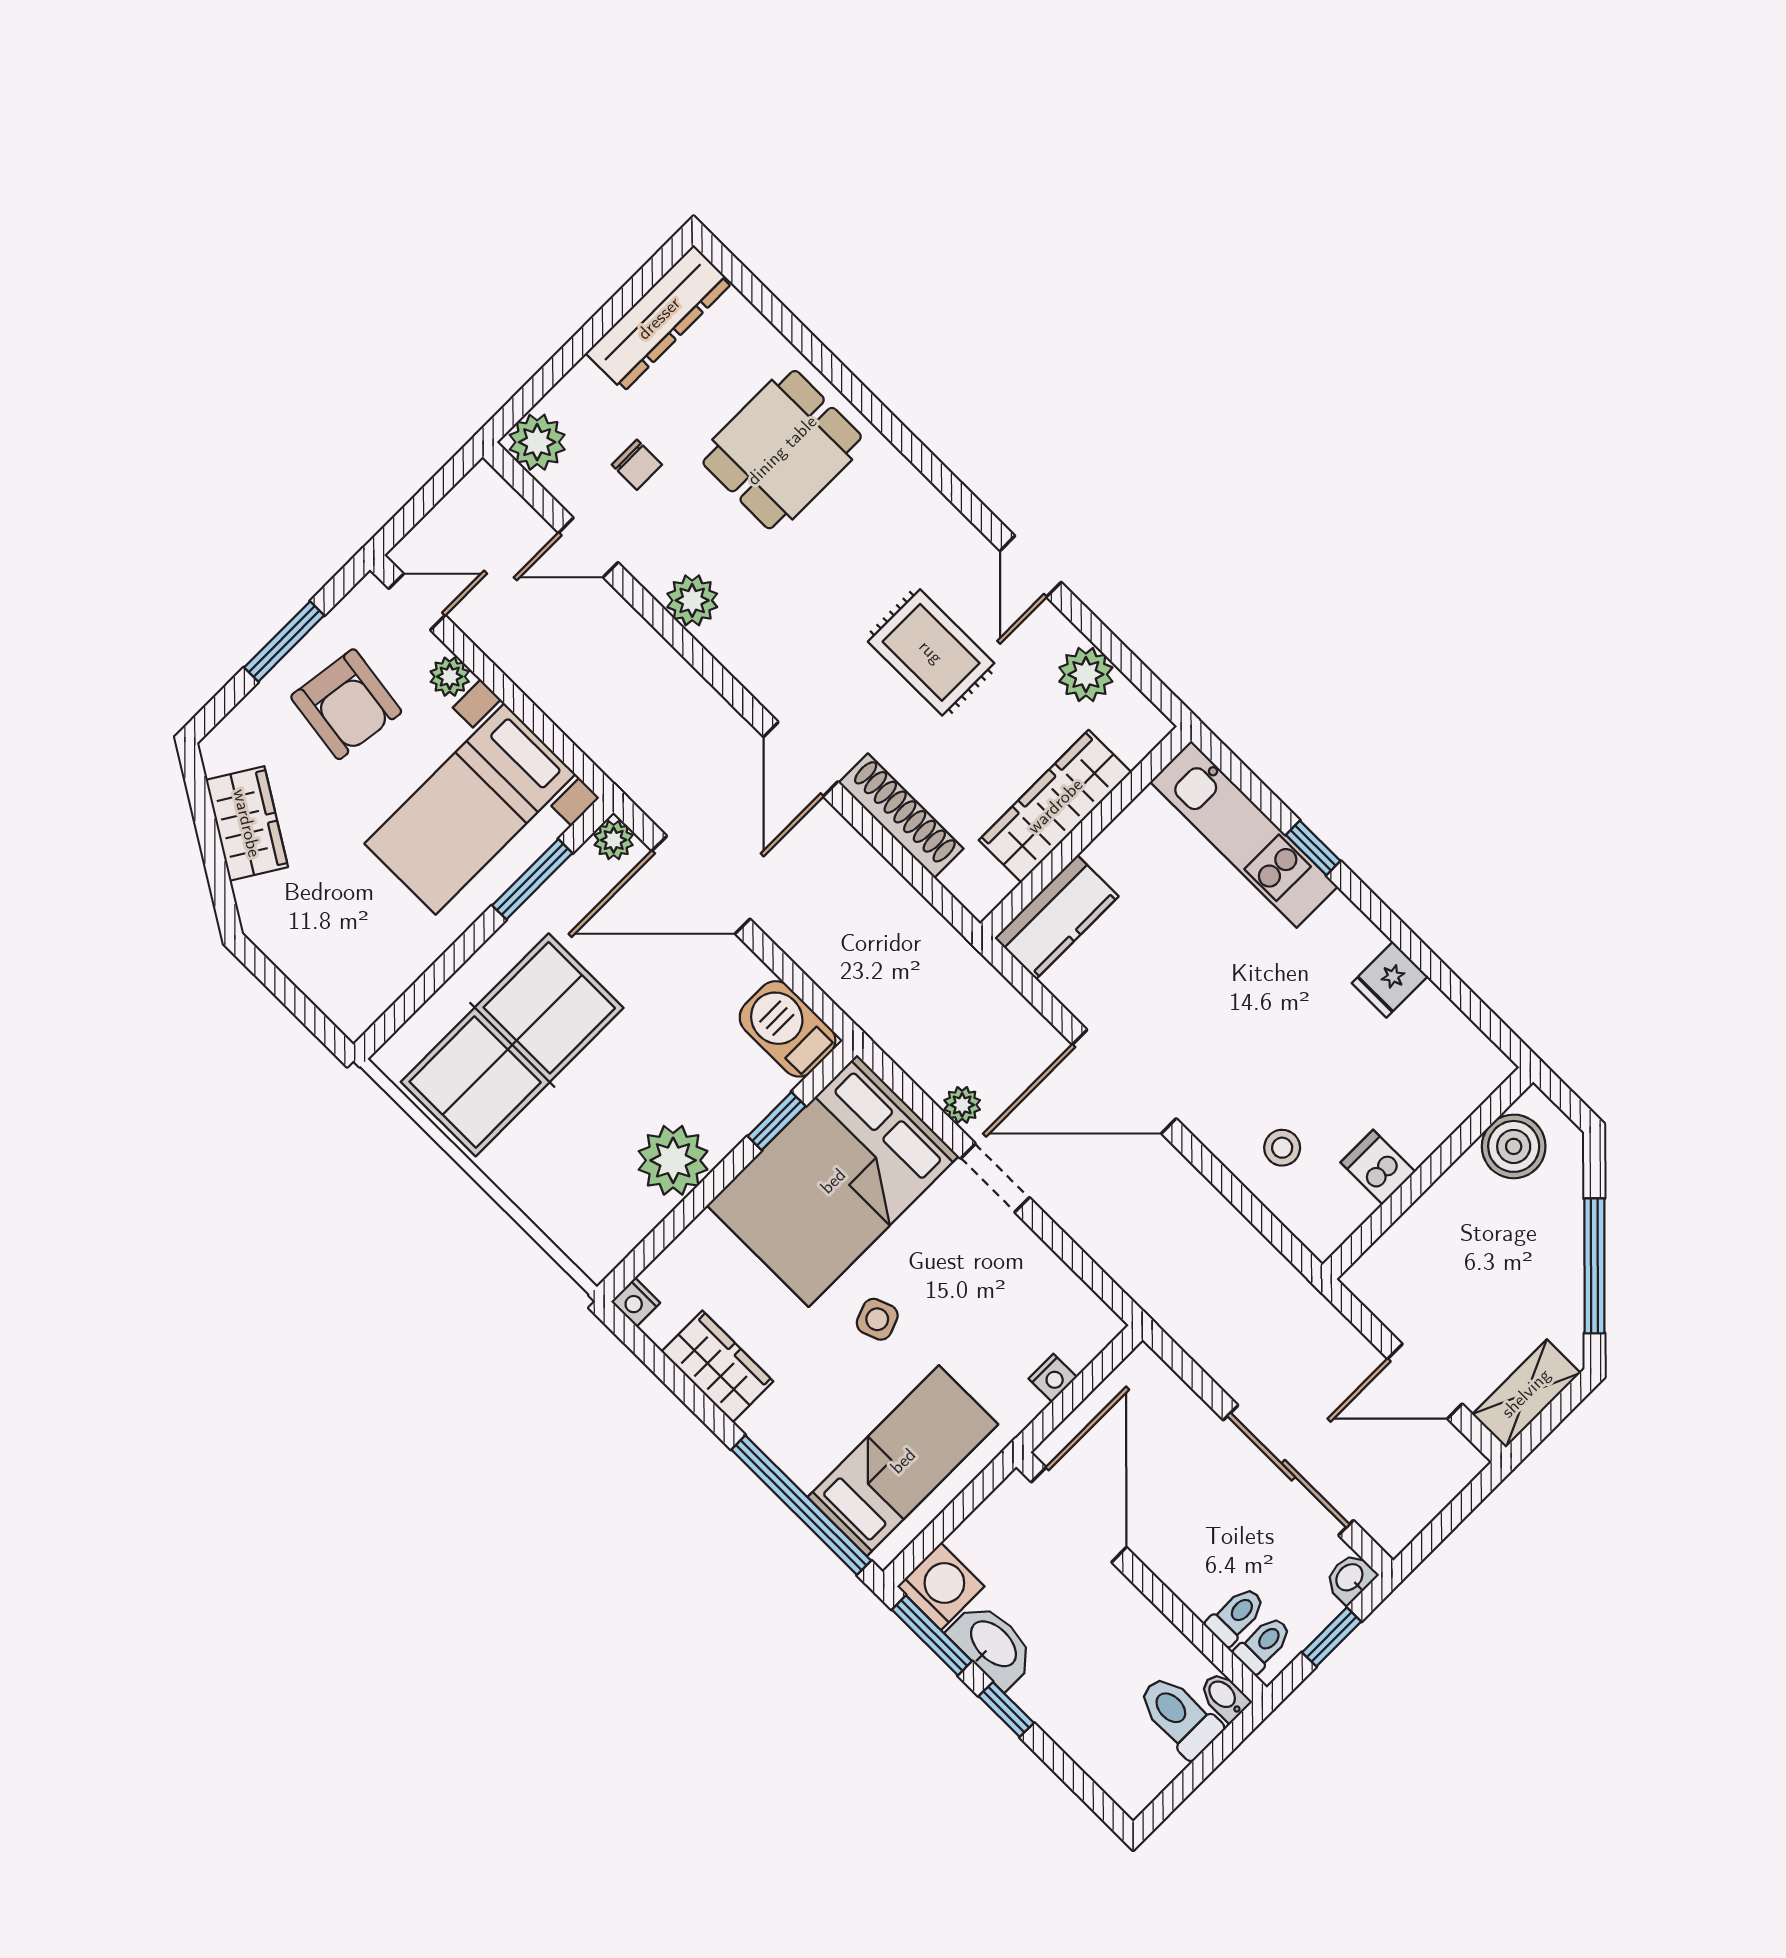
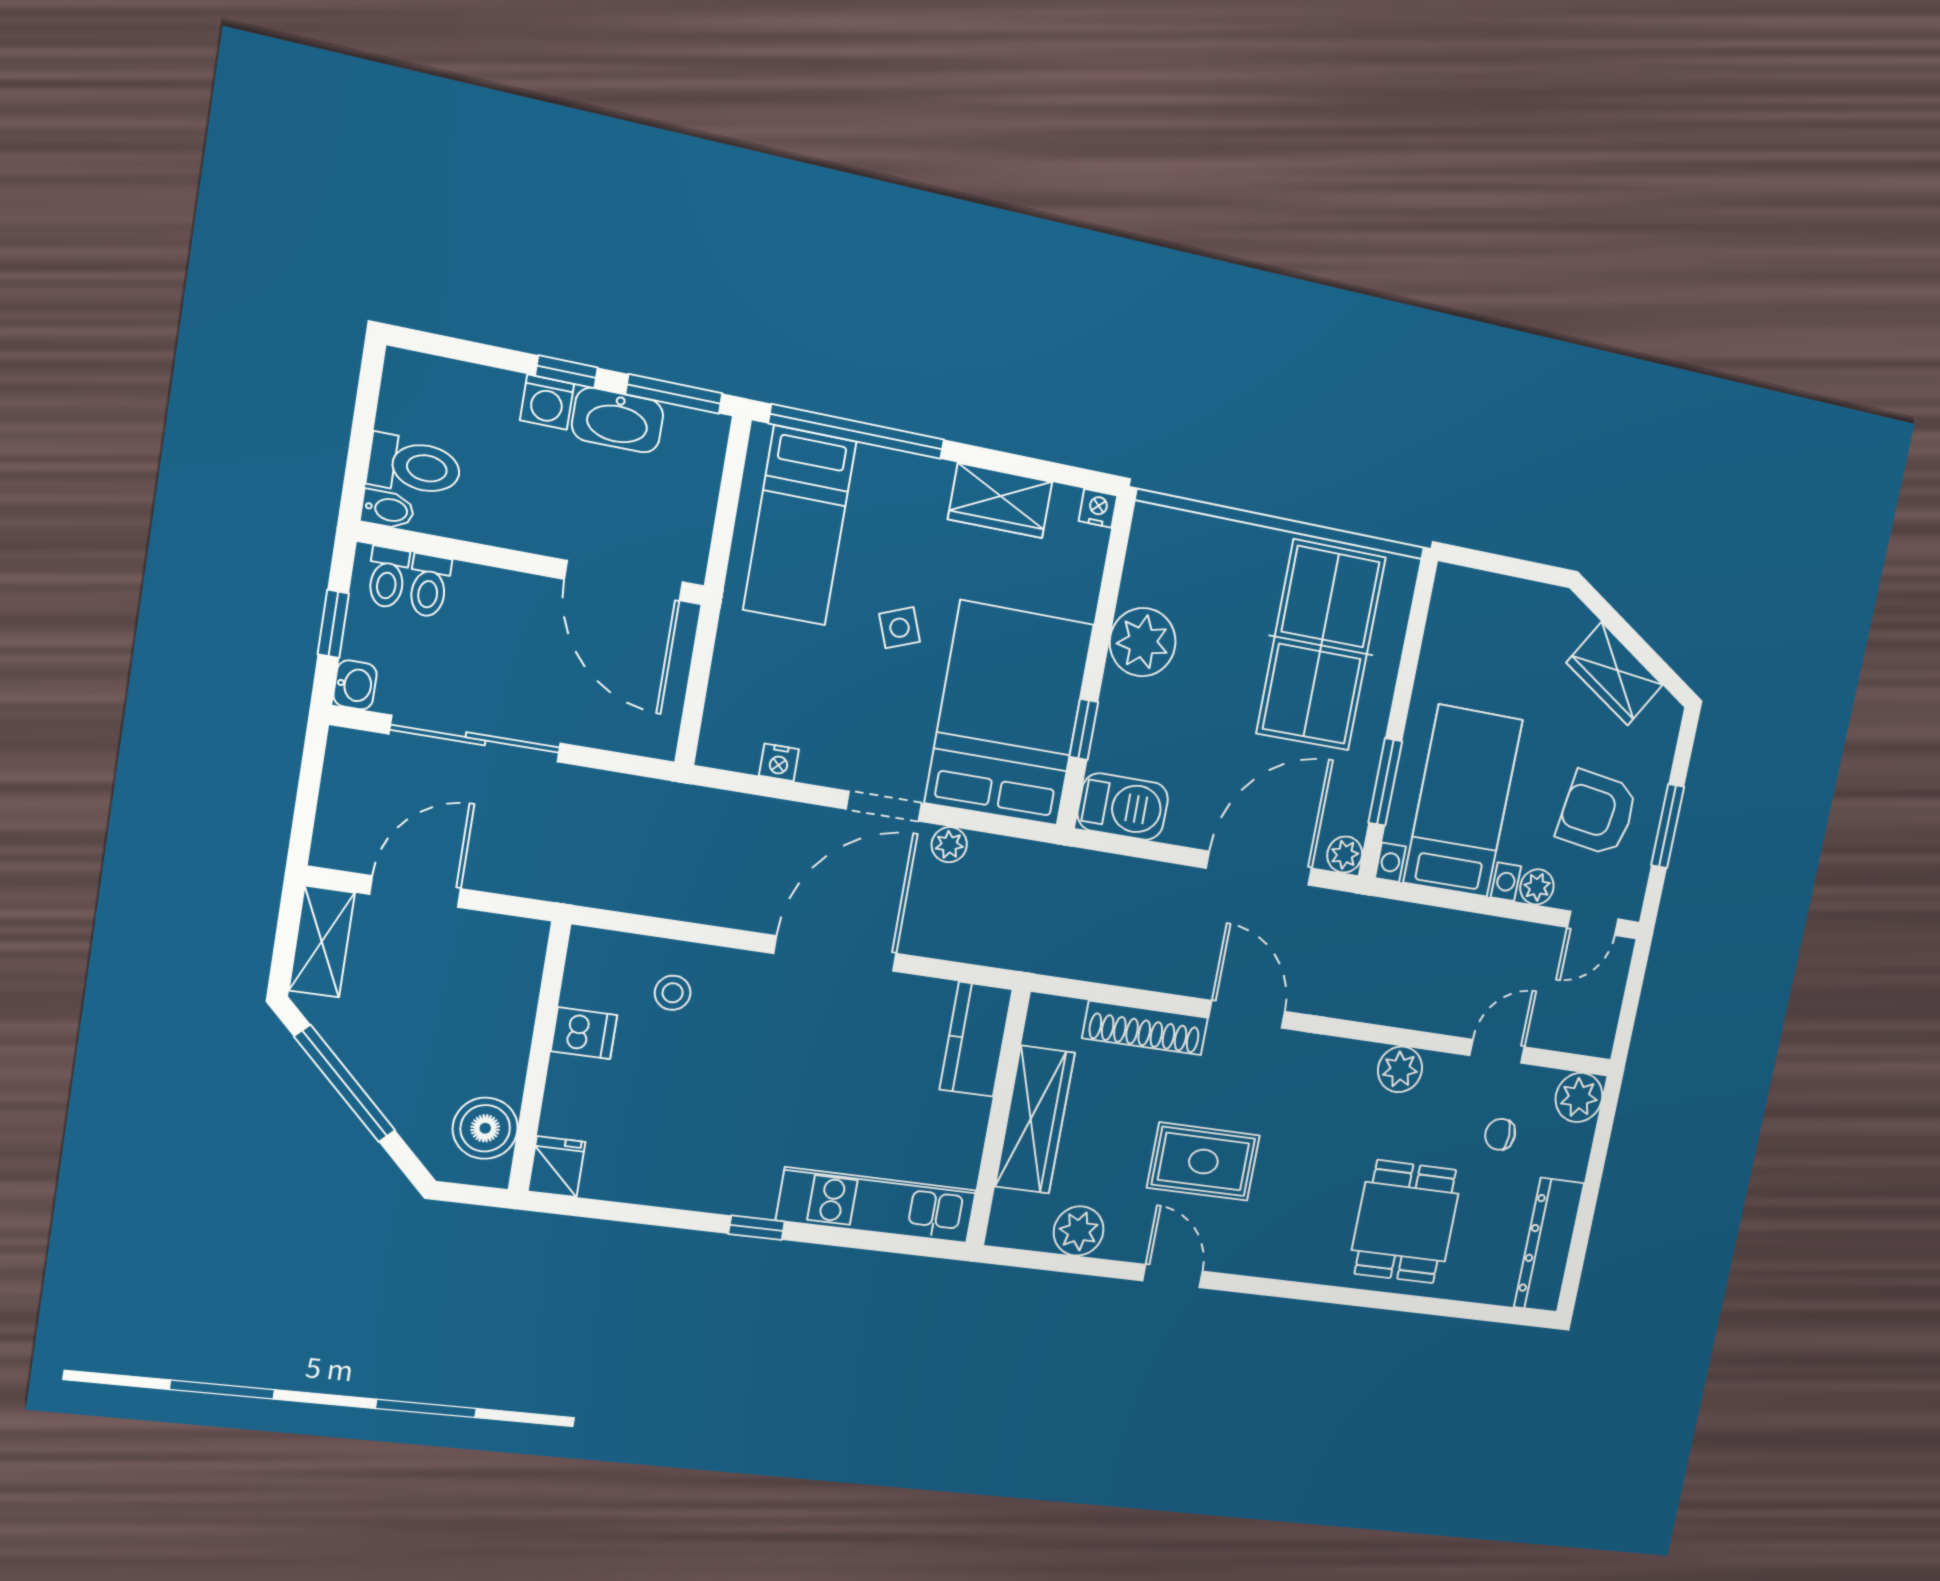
window: (1313, 848) -> (757, 1228), moved
fridge: (1390, 980) -> (557, 1167), moved
nightstand: (1053, 1378) -> (779, 762), moved, turned -90
washing machine: (941, 1587) -> (547, 402), moved, width x0.73, depth x0.73

